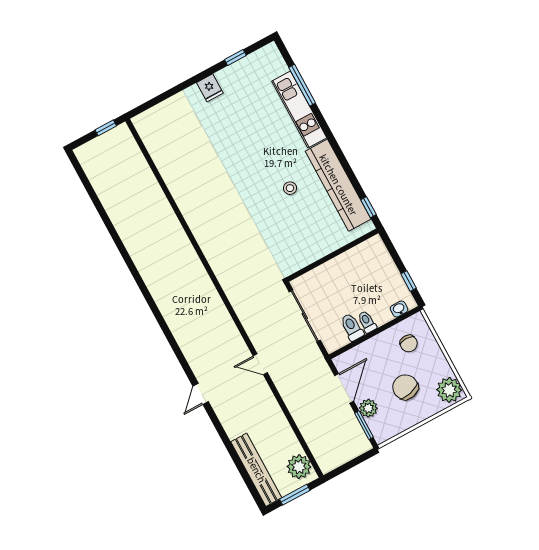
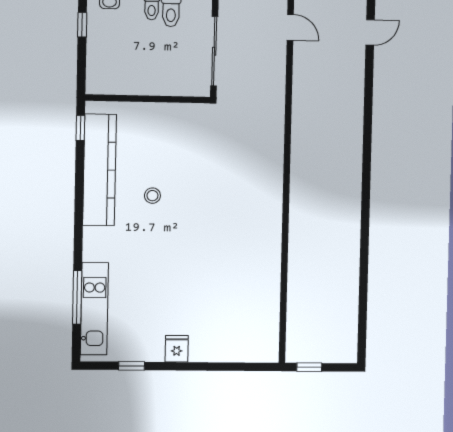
kitchen unit: (299, 109) -> (94, 309), moved

